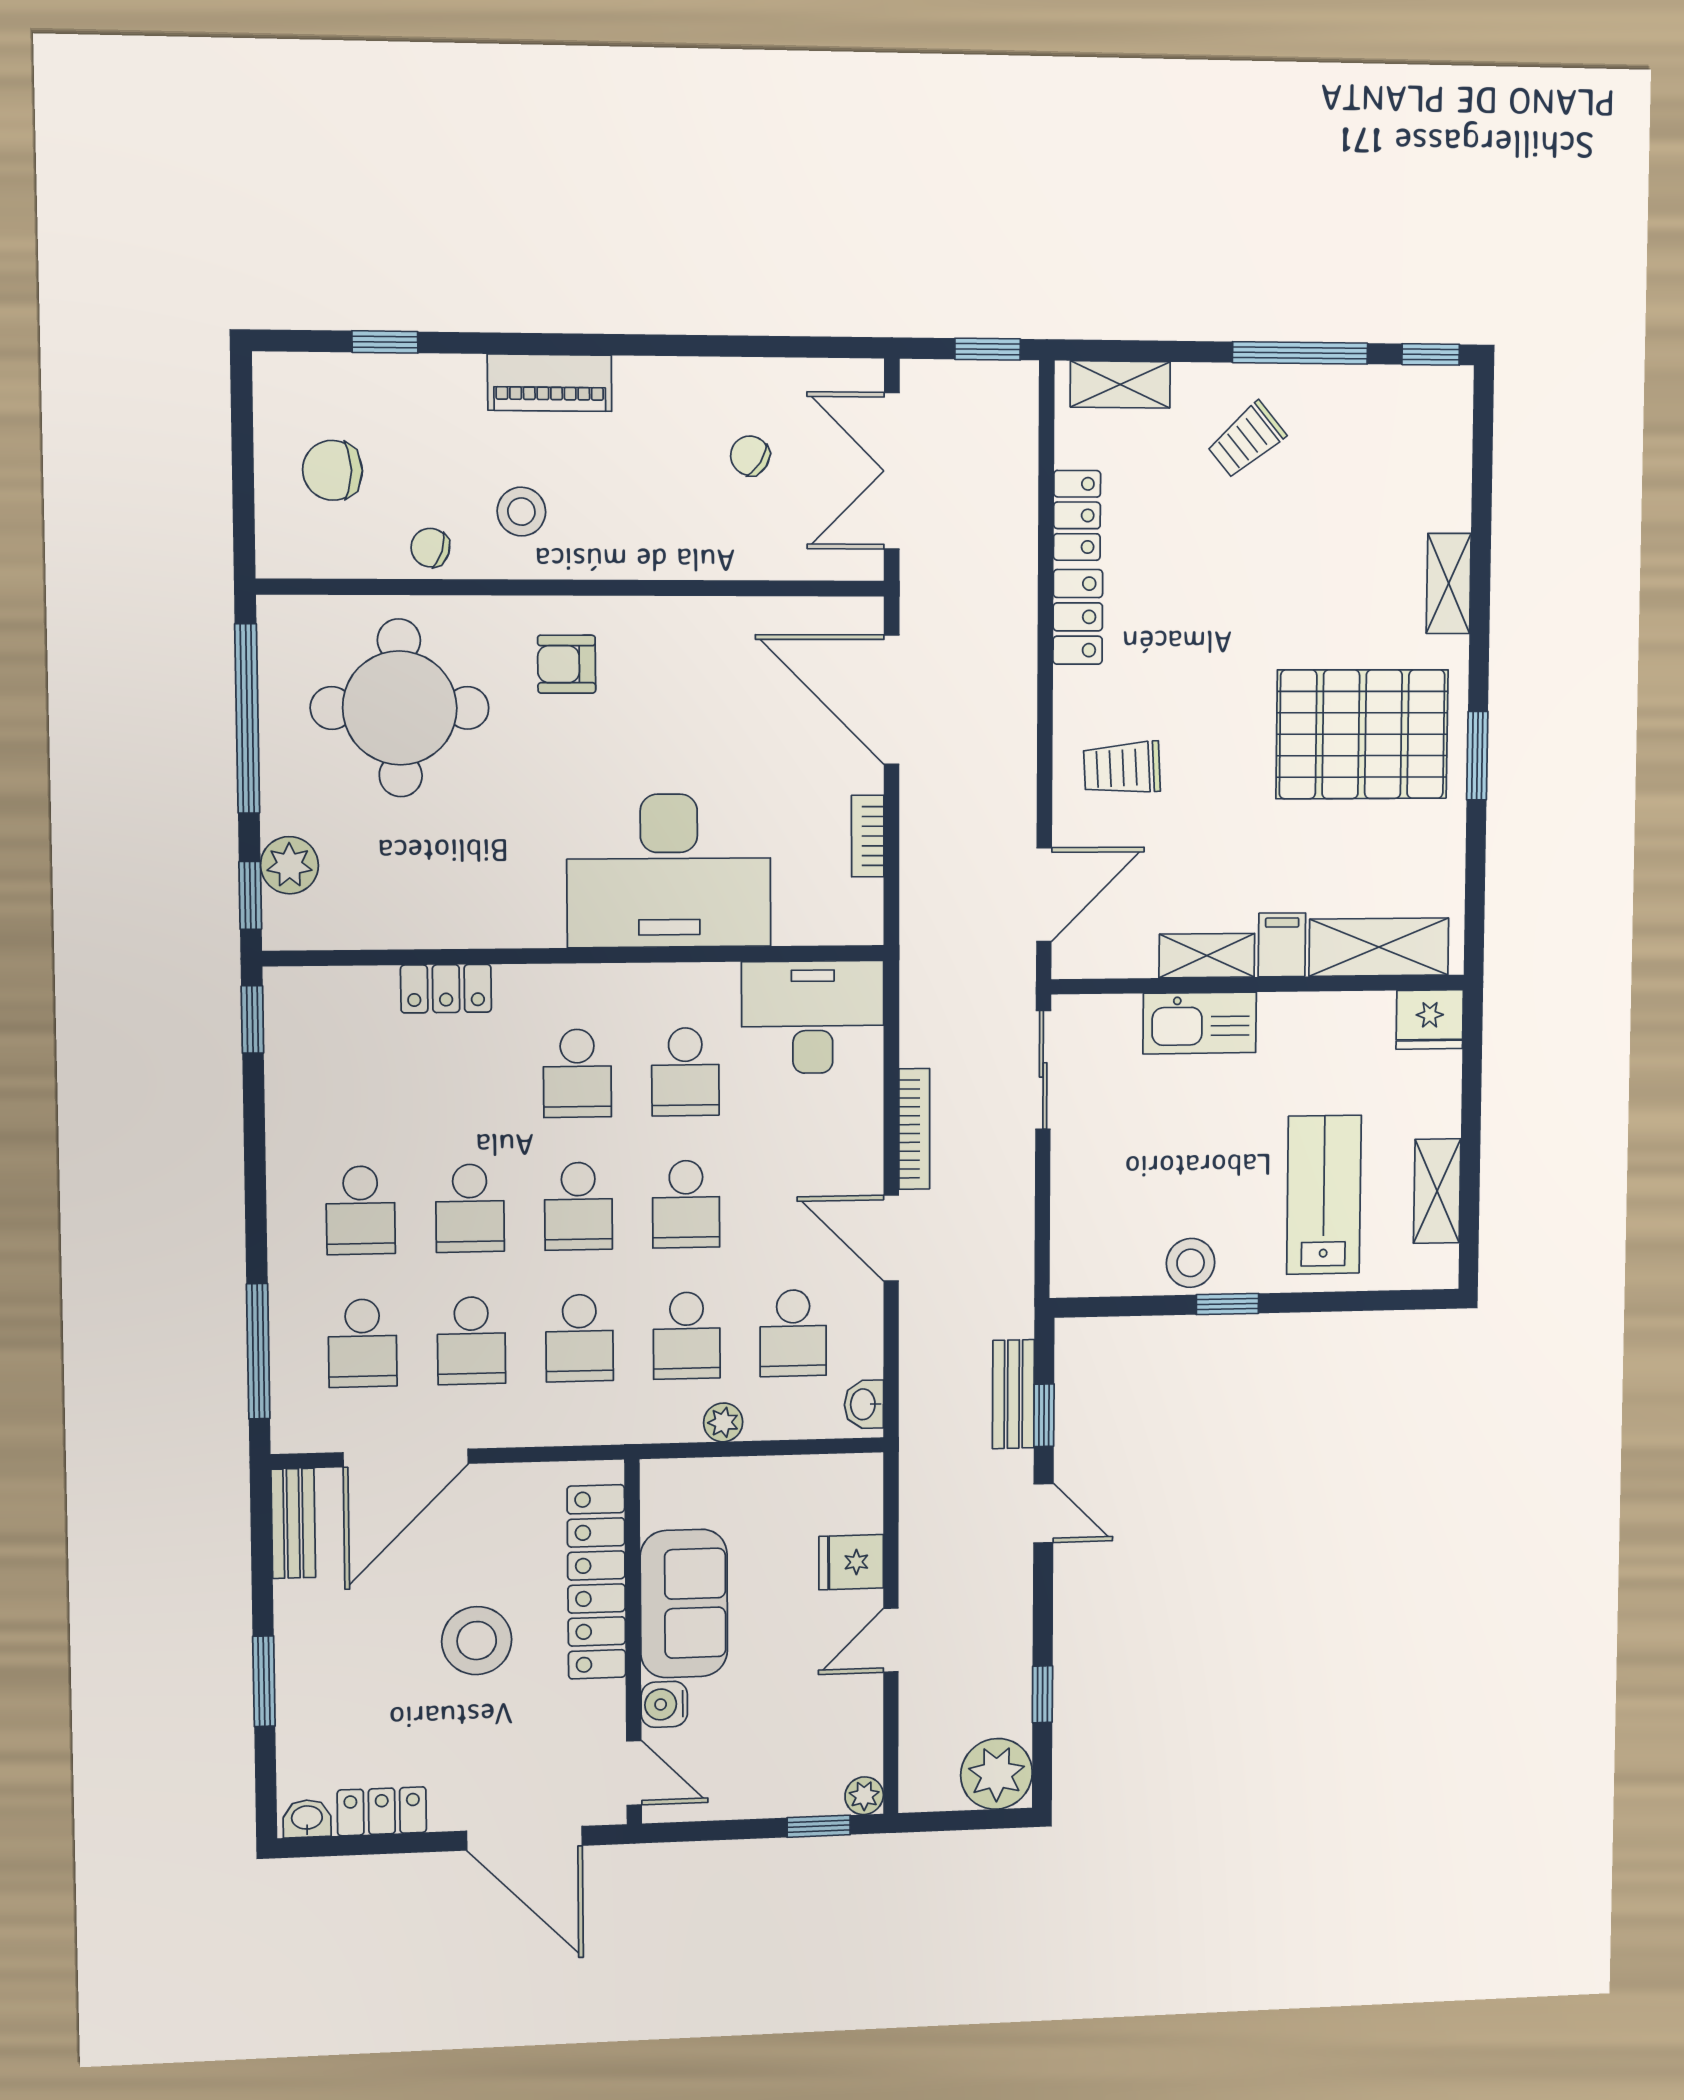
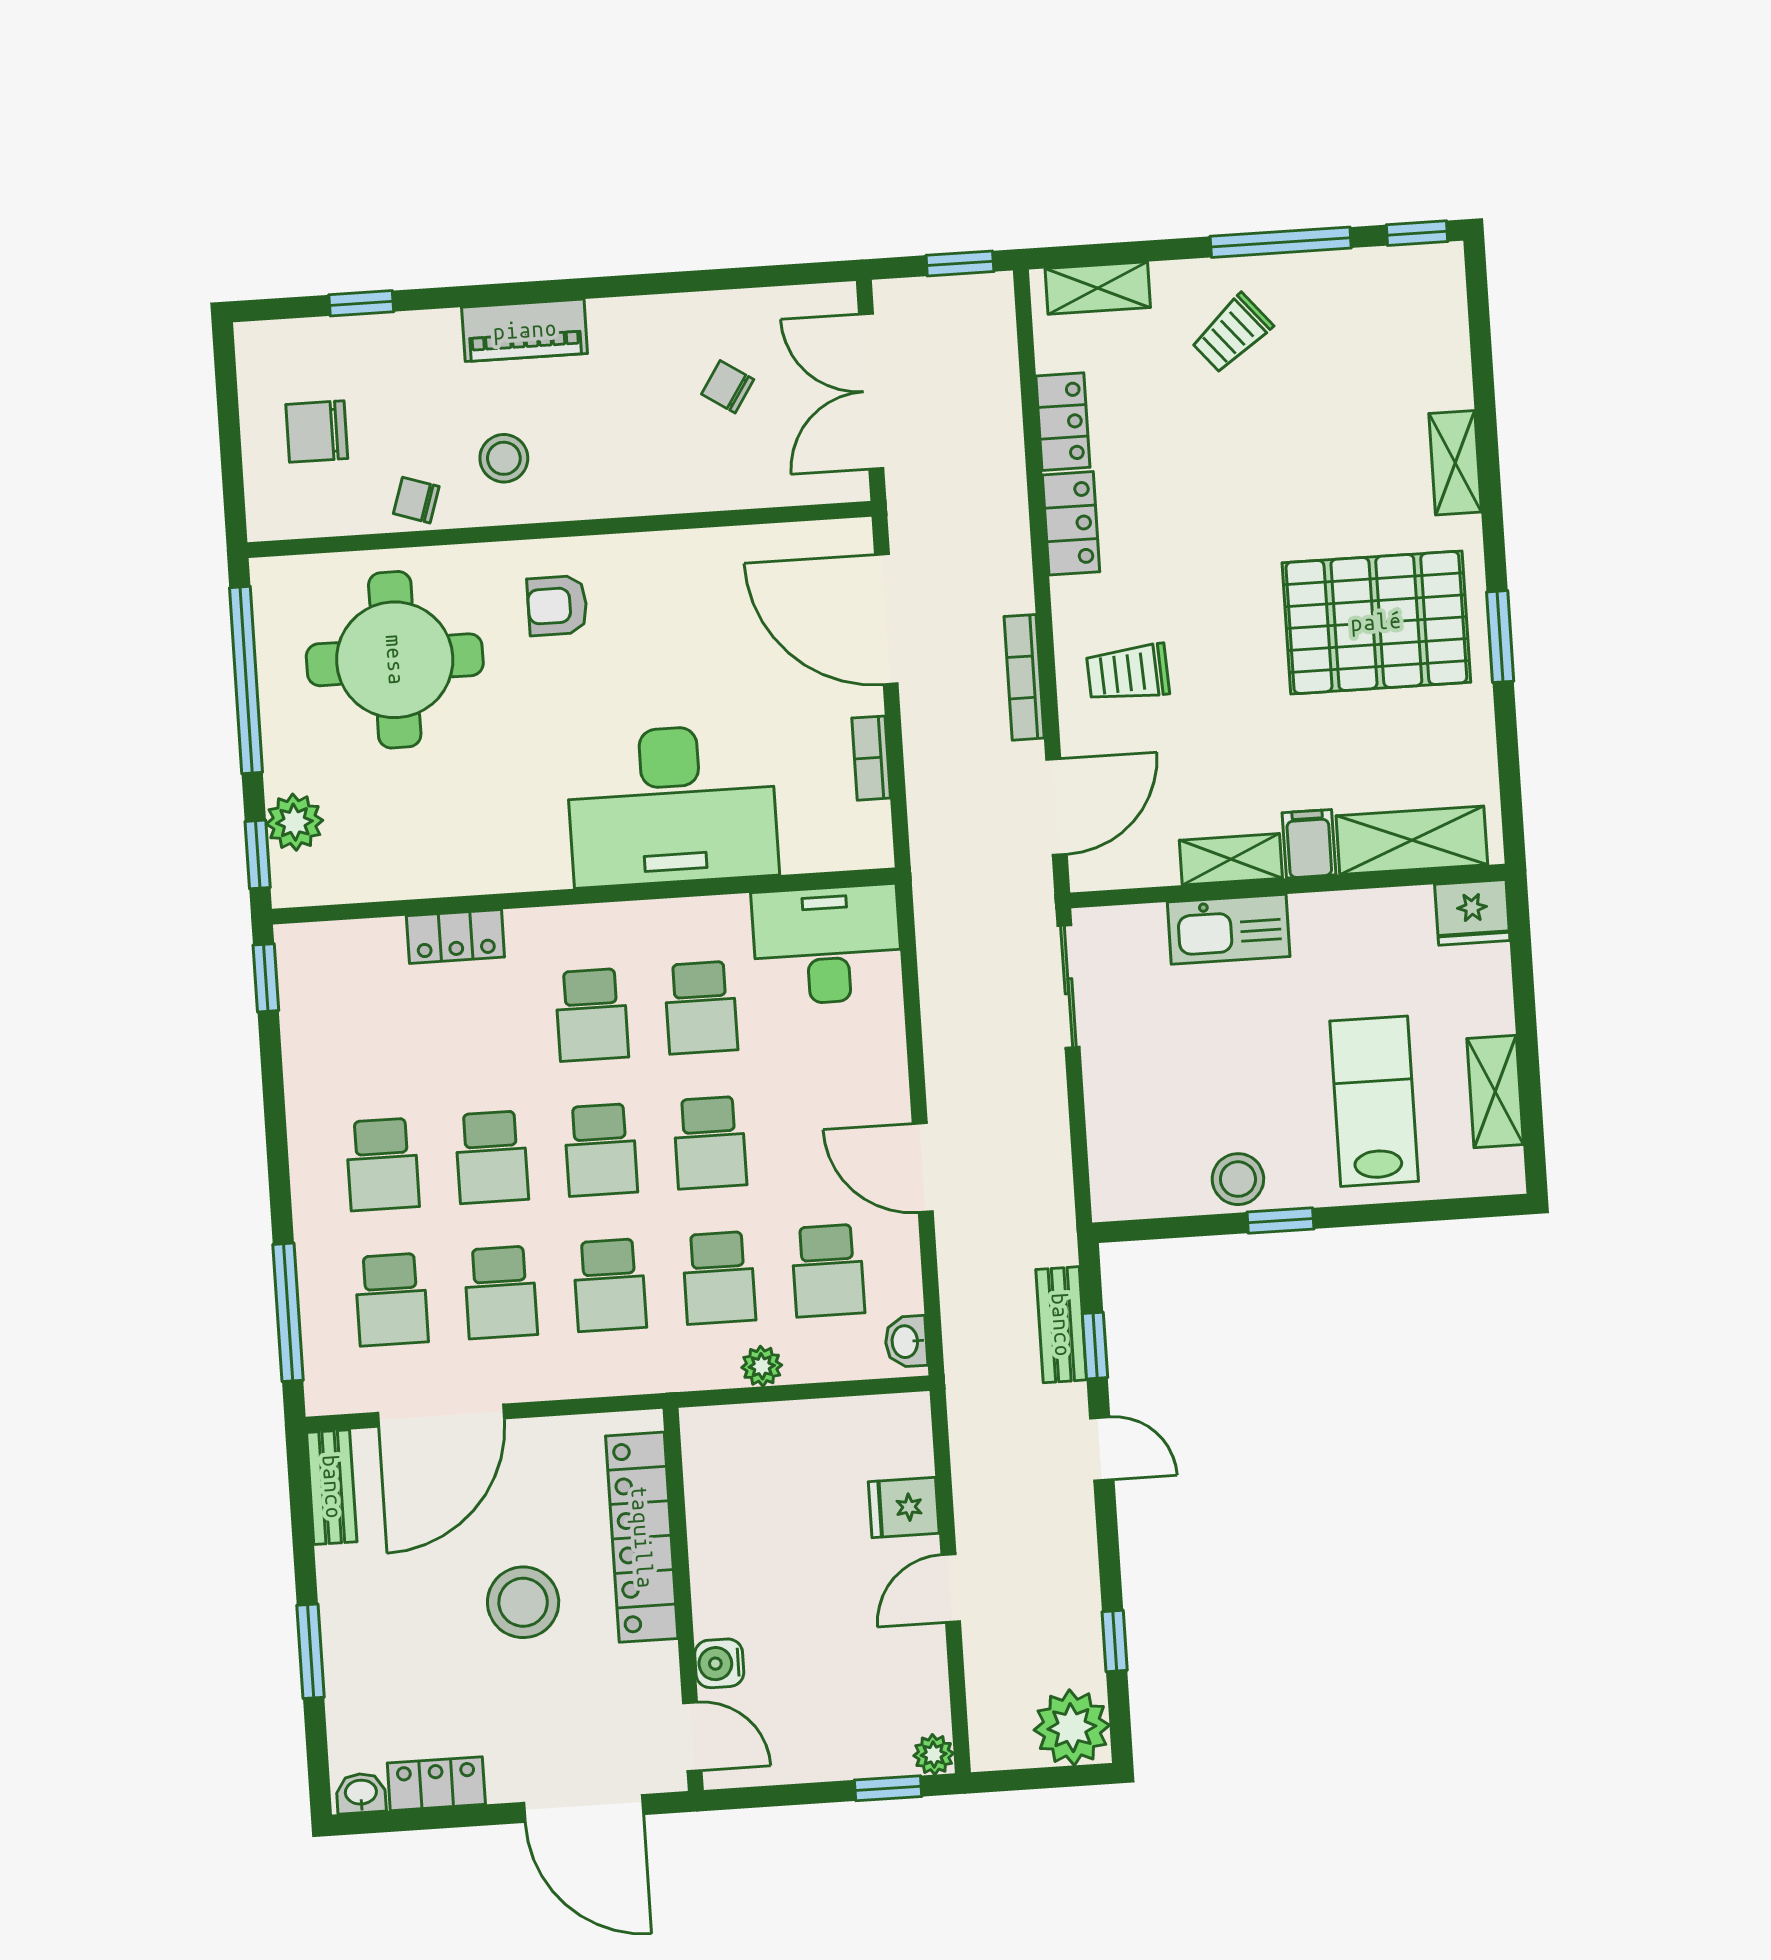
bookcase: (914, 1129) -> (1024, 677), moved, turned 180
sofa: (684, 1604) -> (733, 1557), removed

